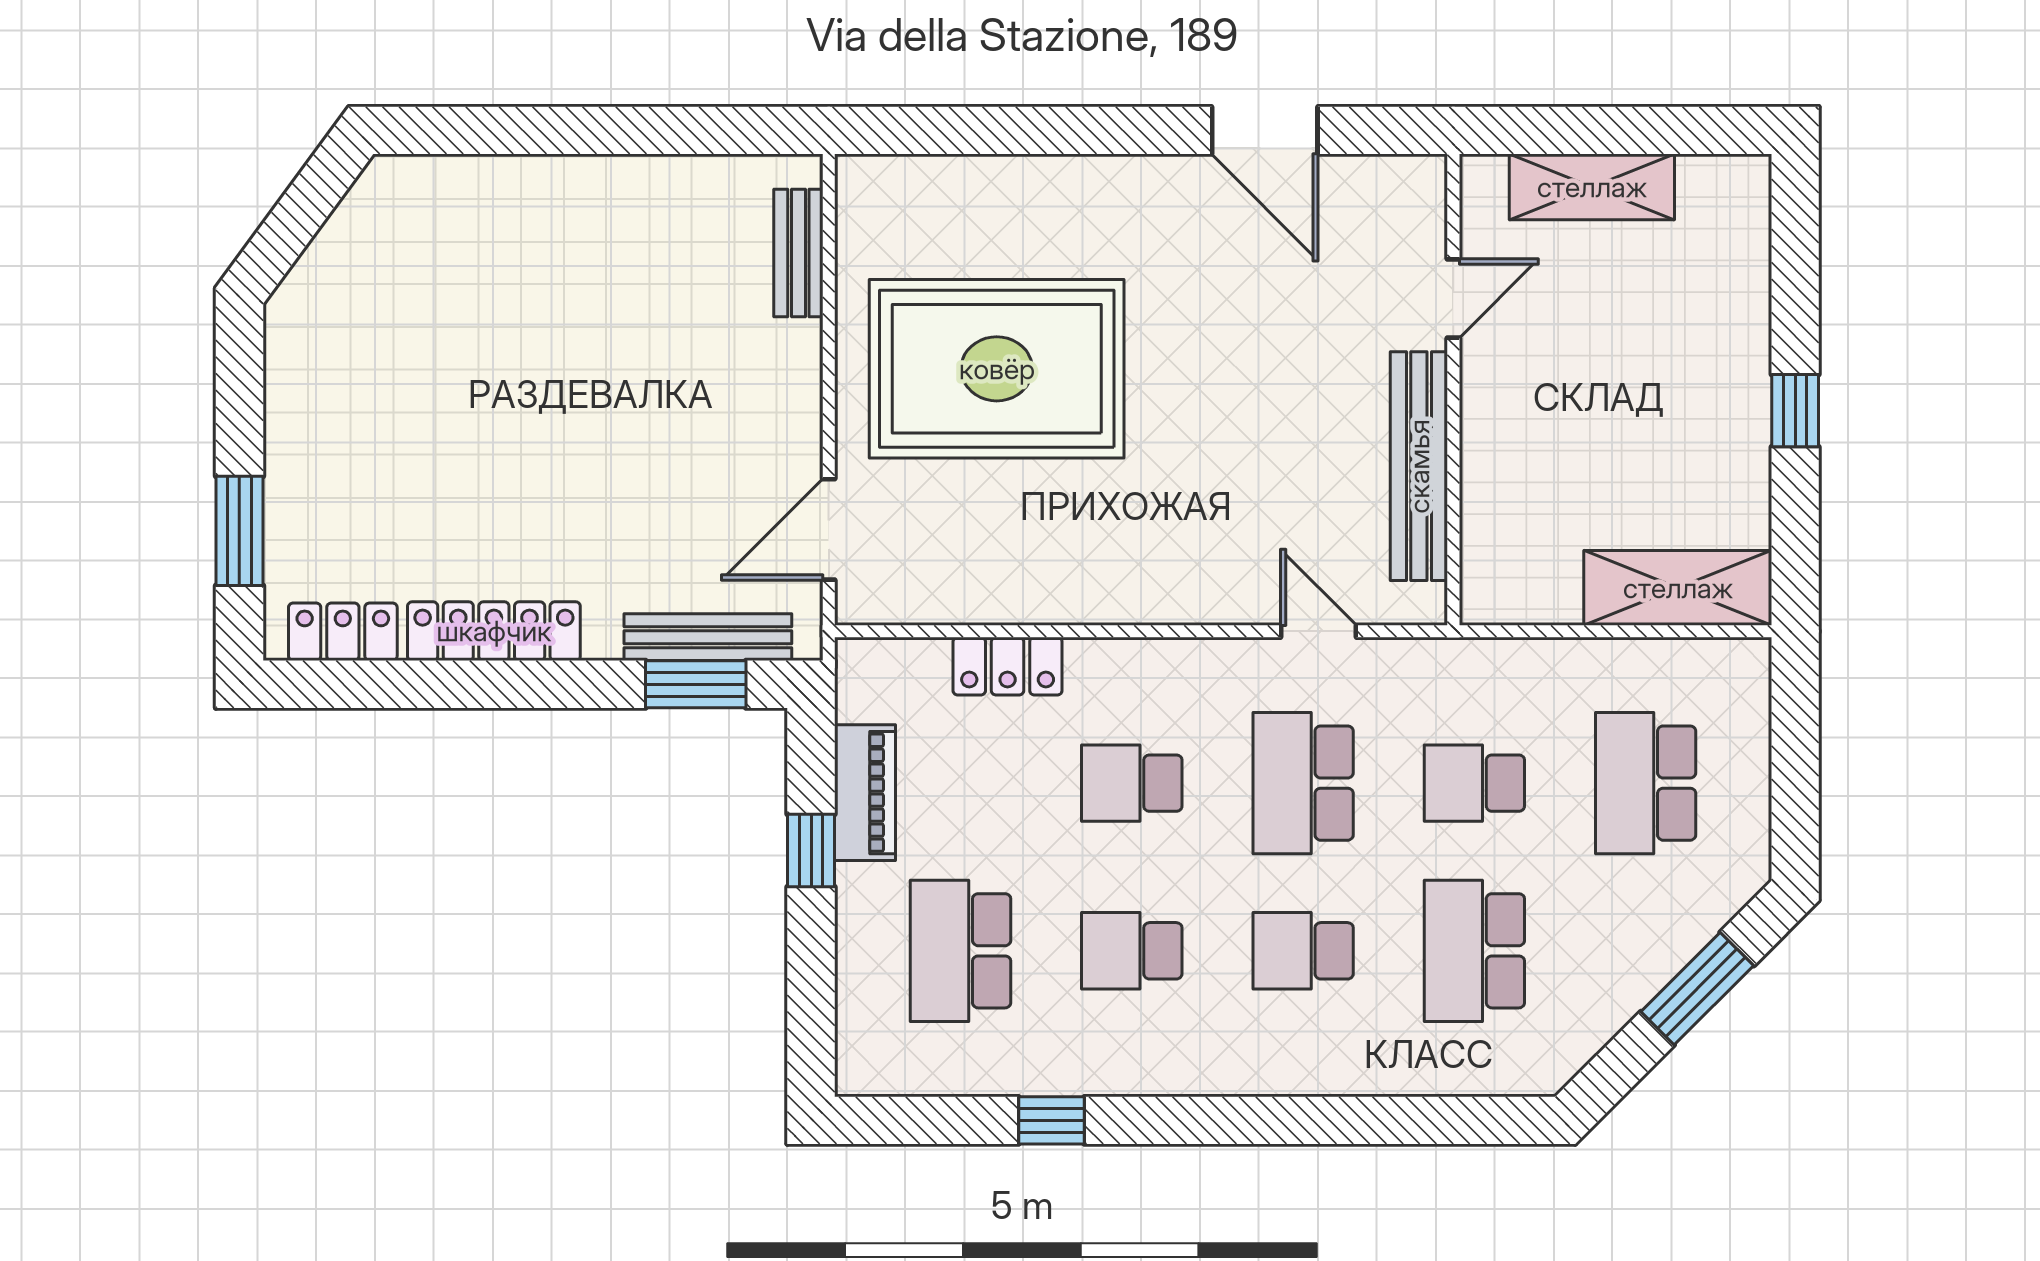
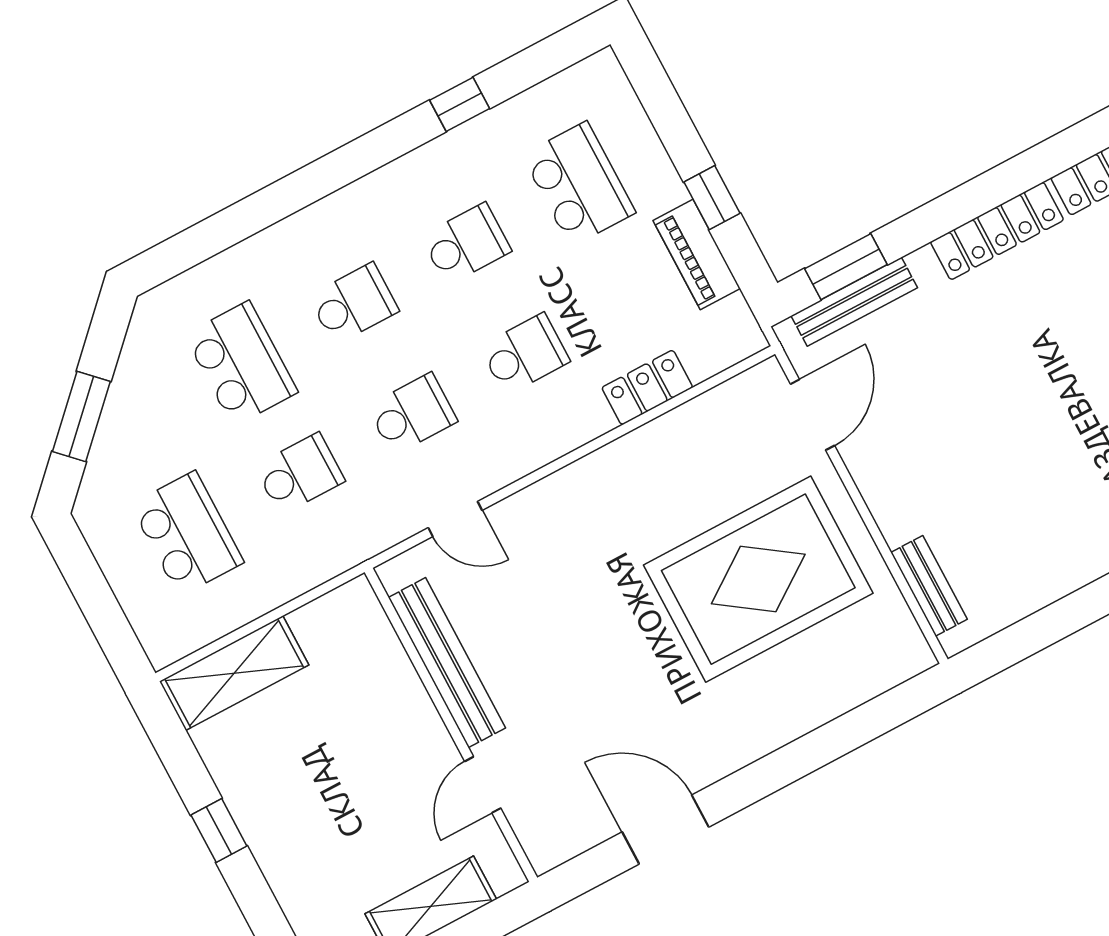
school desk: (1303, 783) -> (412, 414), width x0.54

